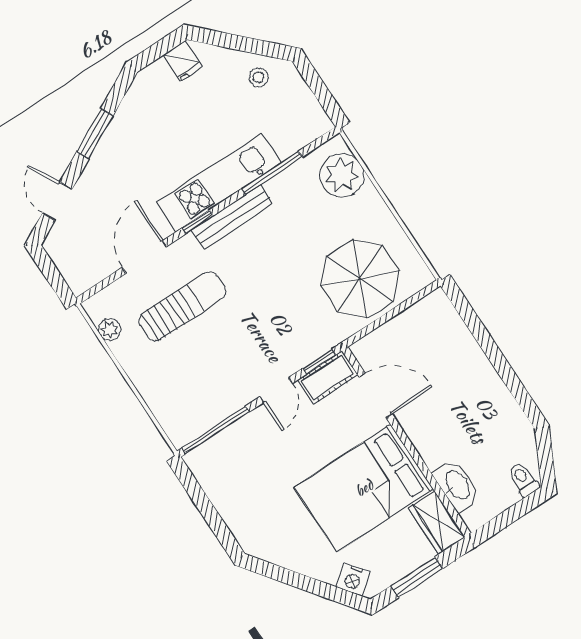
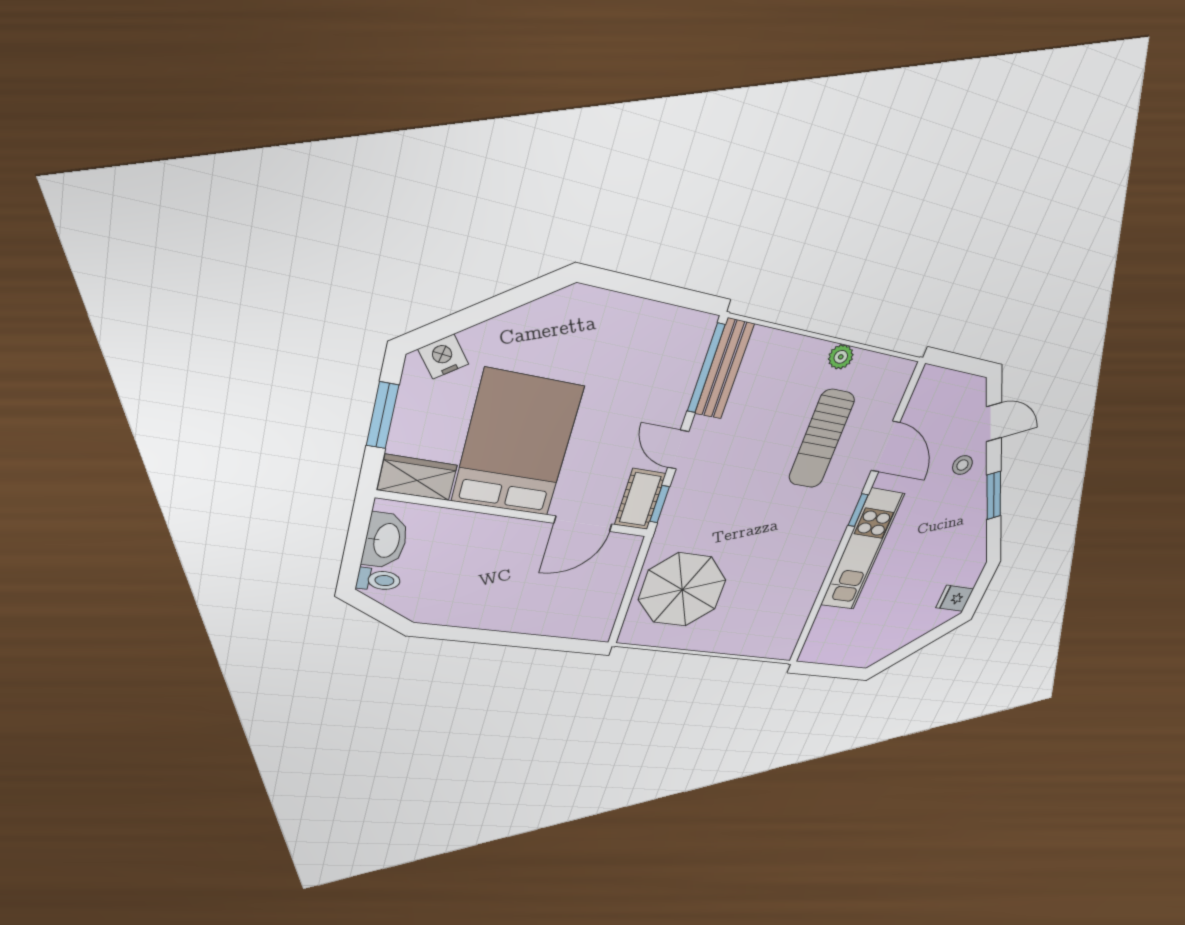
stool: (259, 77) -> (962, 465), moved
window: (272, 173) -> (822, 593), removed
plant: (342, 175) -> (763, 639), removed
bench: (232, 217) -> (724, 369), moved
plant: (110, 330) -> (841, 357), moved
washbasin: (457, 485) -> (385, 540), moved, turned -90

